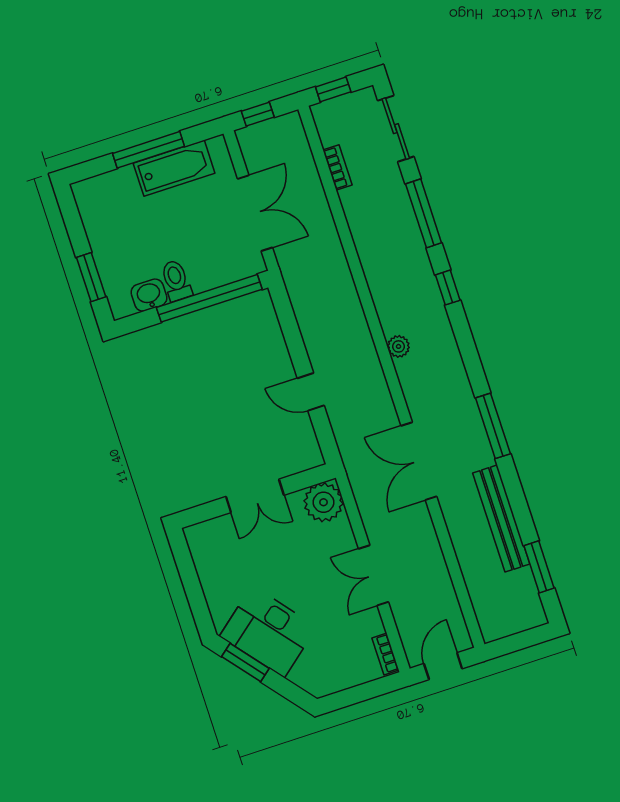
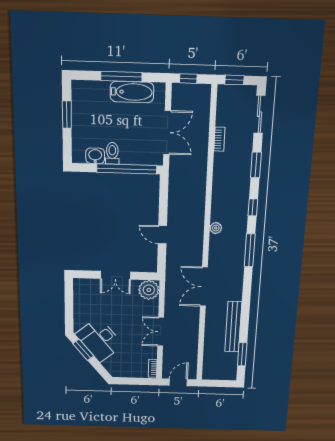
bookcase: (337, 167) -> (219, 139), moved
window: (424, 213) -> (256, 165), width x0.69
window: (91, 277) -> (67, 115), moved
window: (493, 426) -> (250, 250), moved

